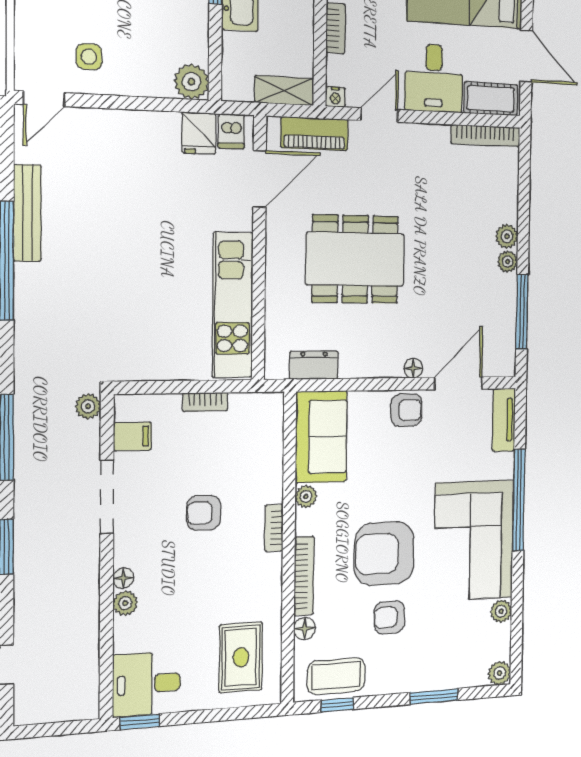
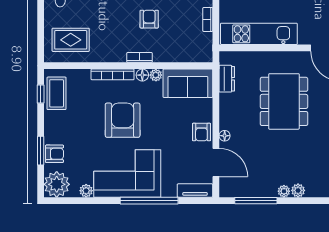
armchair: (389, 617) -> (54, 154), moved, turned 92
floor lamp: (305, 629) -> (142, 75), moved
plant: (500, 673) -> (57, 184), width x1.88, depth x1.88

